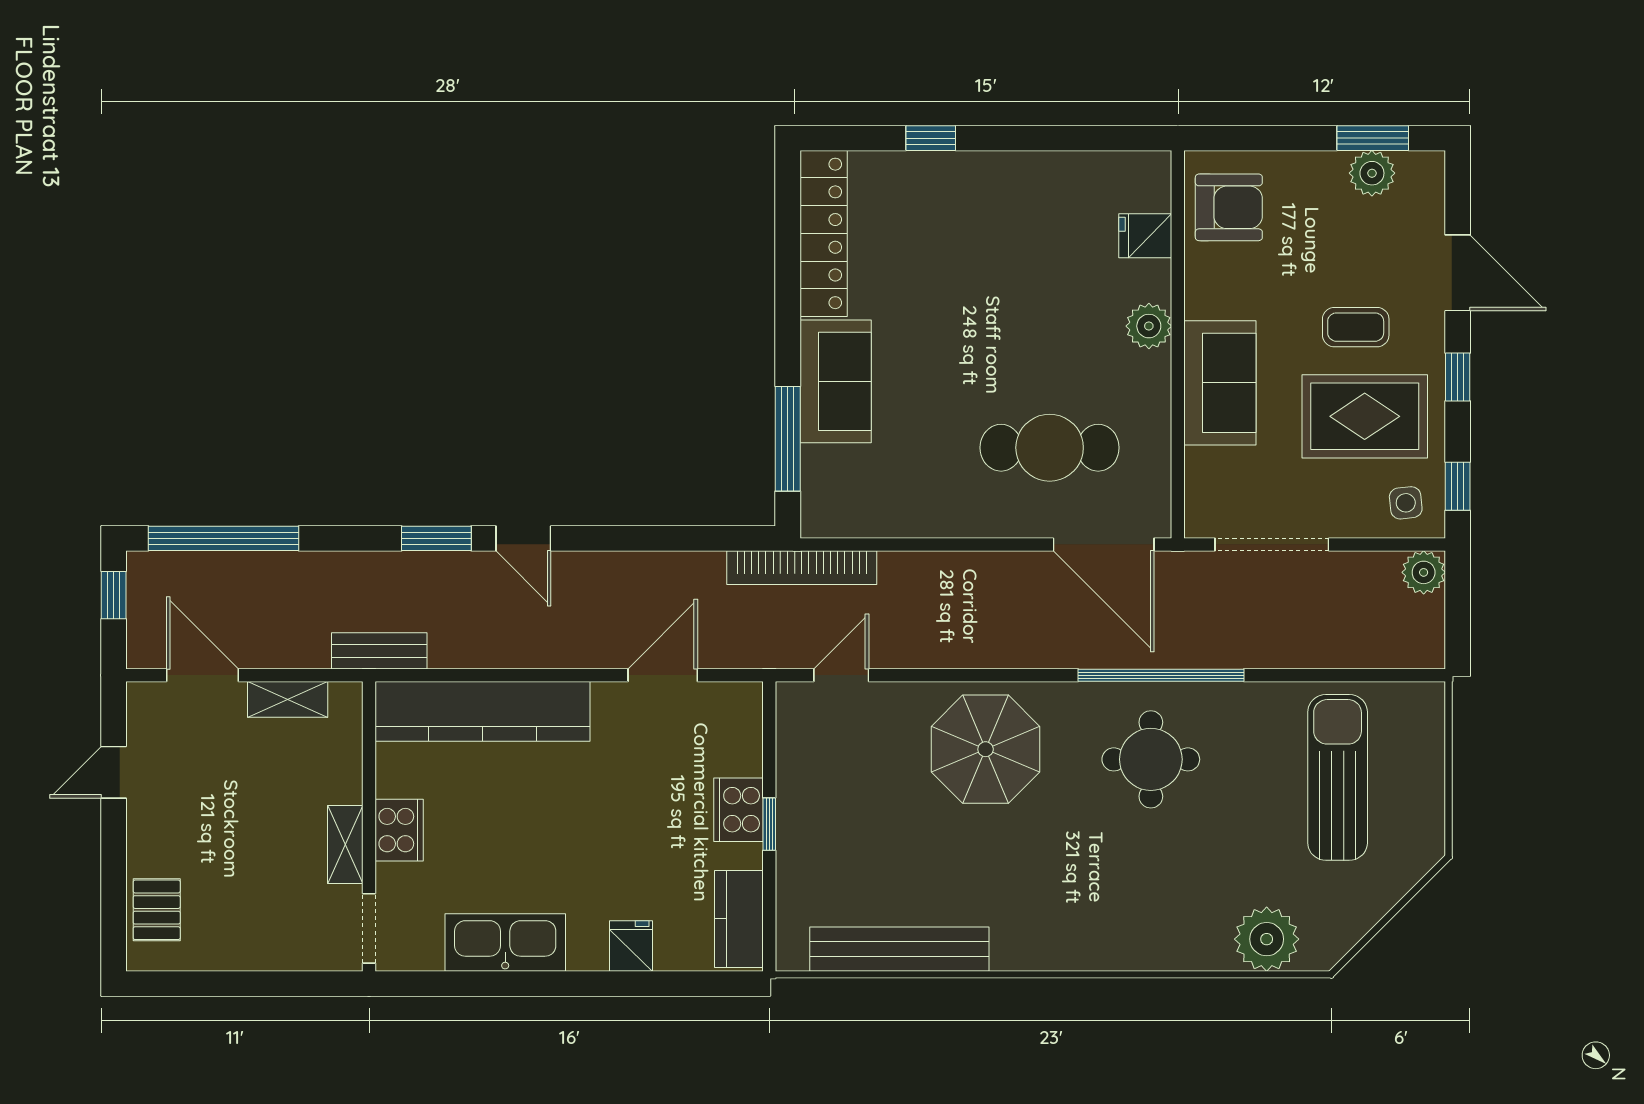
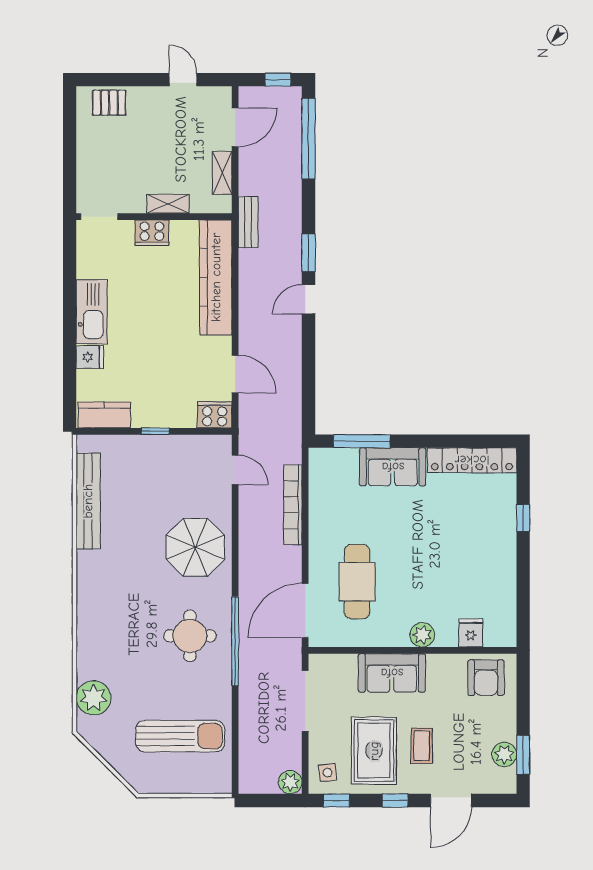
bookcase: (802, 568) -> (293, 505), moved
cooker: (739, 810) -> (215, 415), moved
shelving: (345, 844) -> (168, 204), moved
kitchen sink: (505, 942) -> (92, 312), moved

